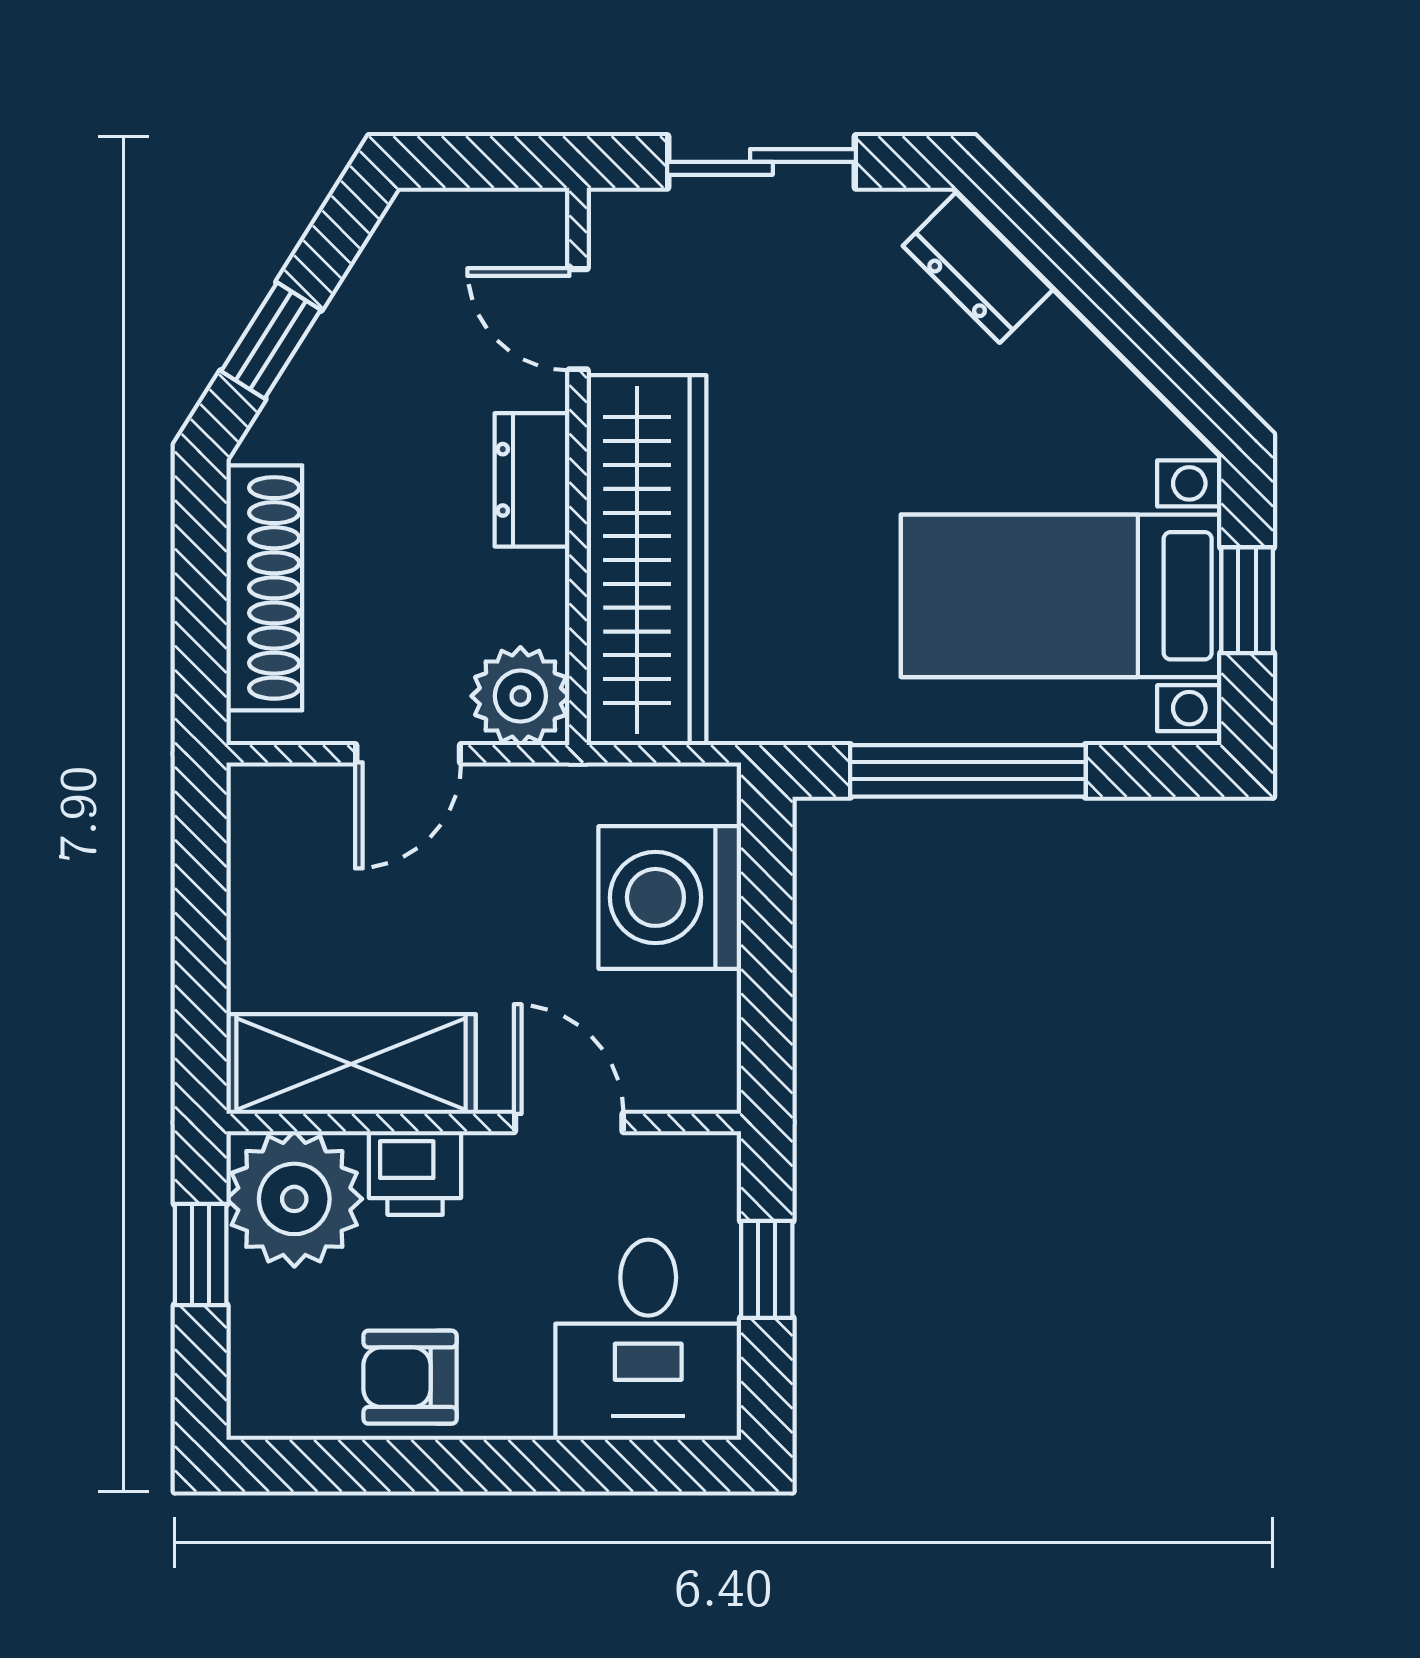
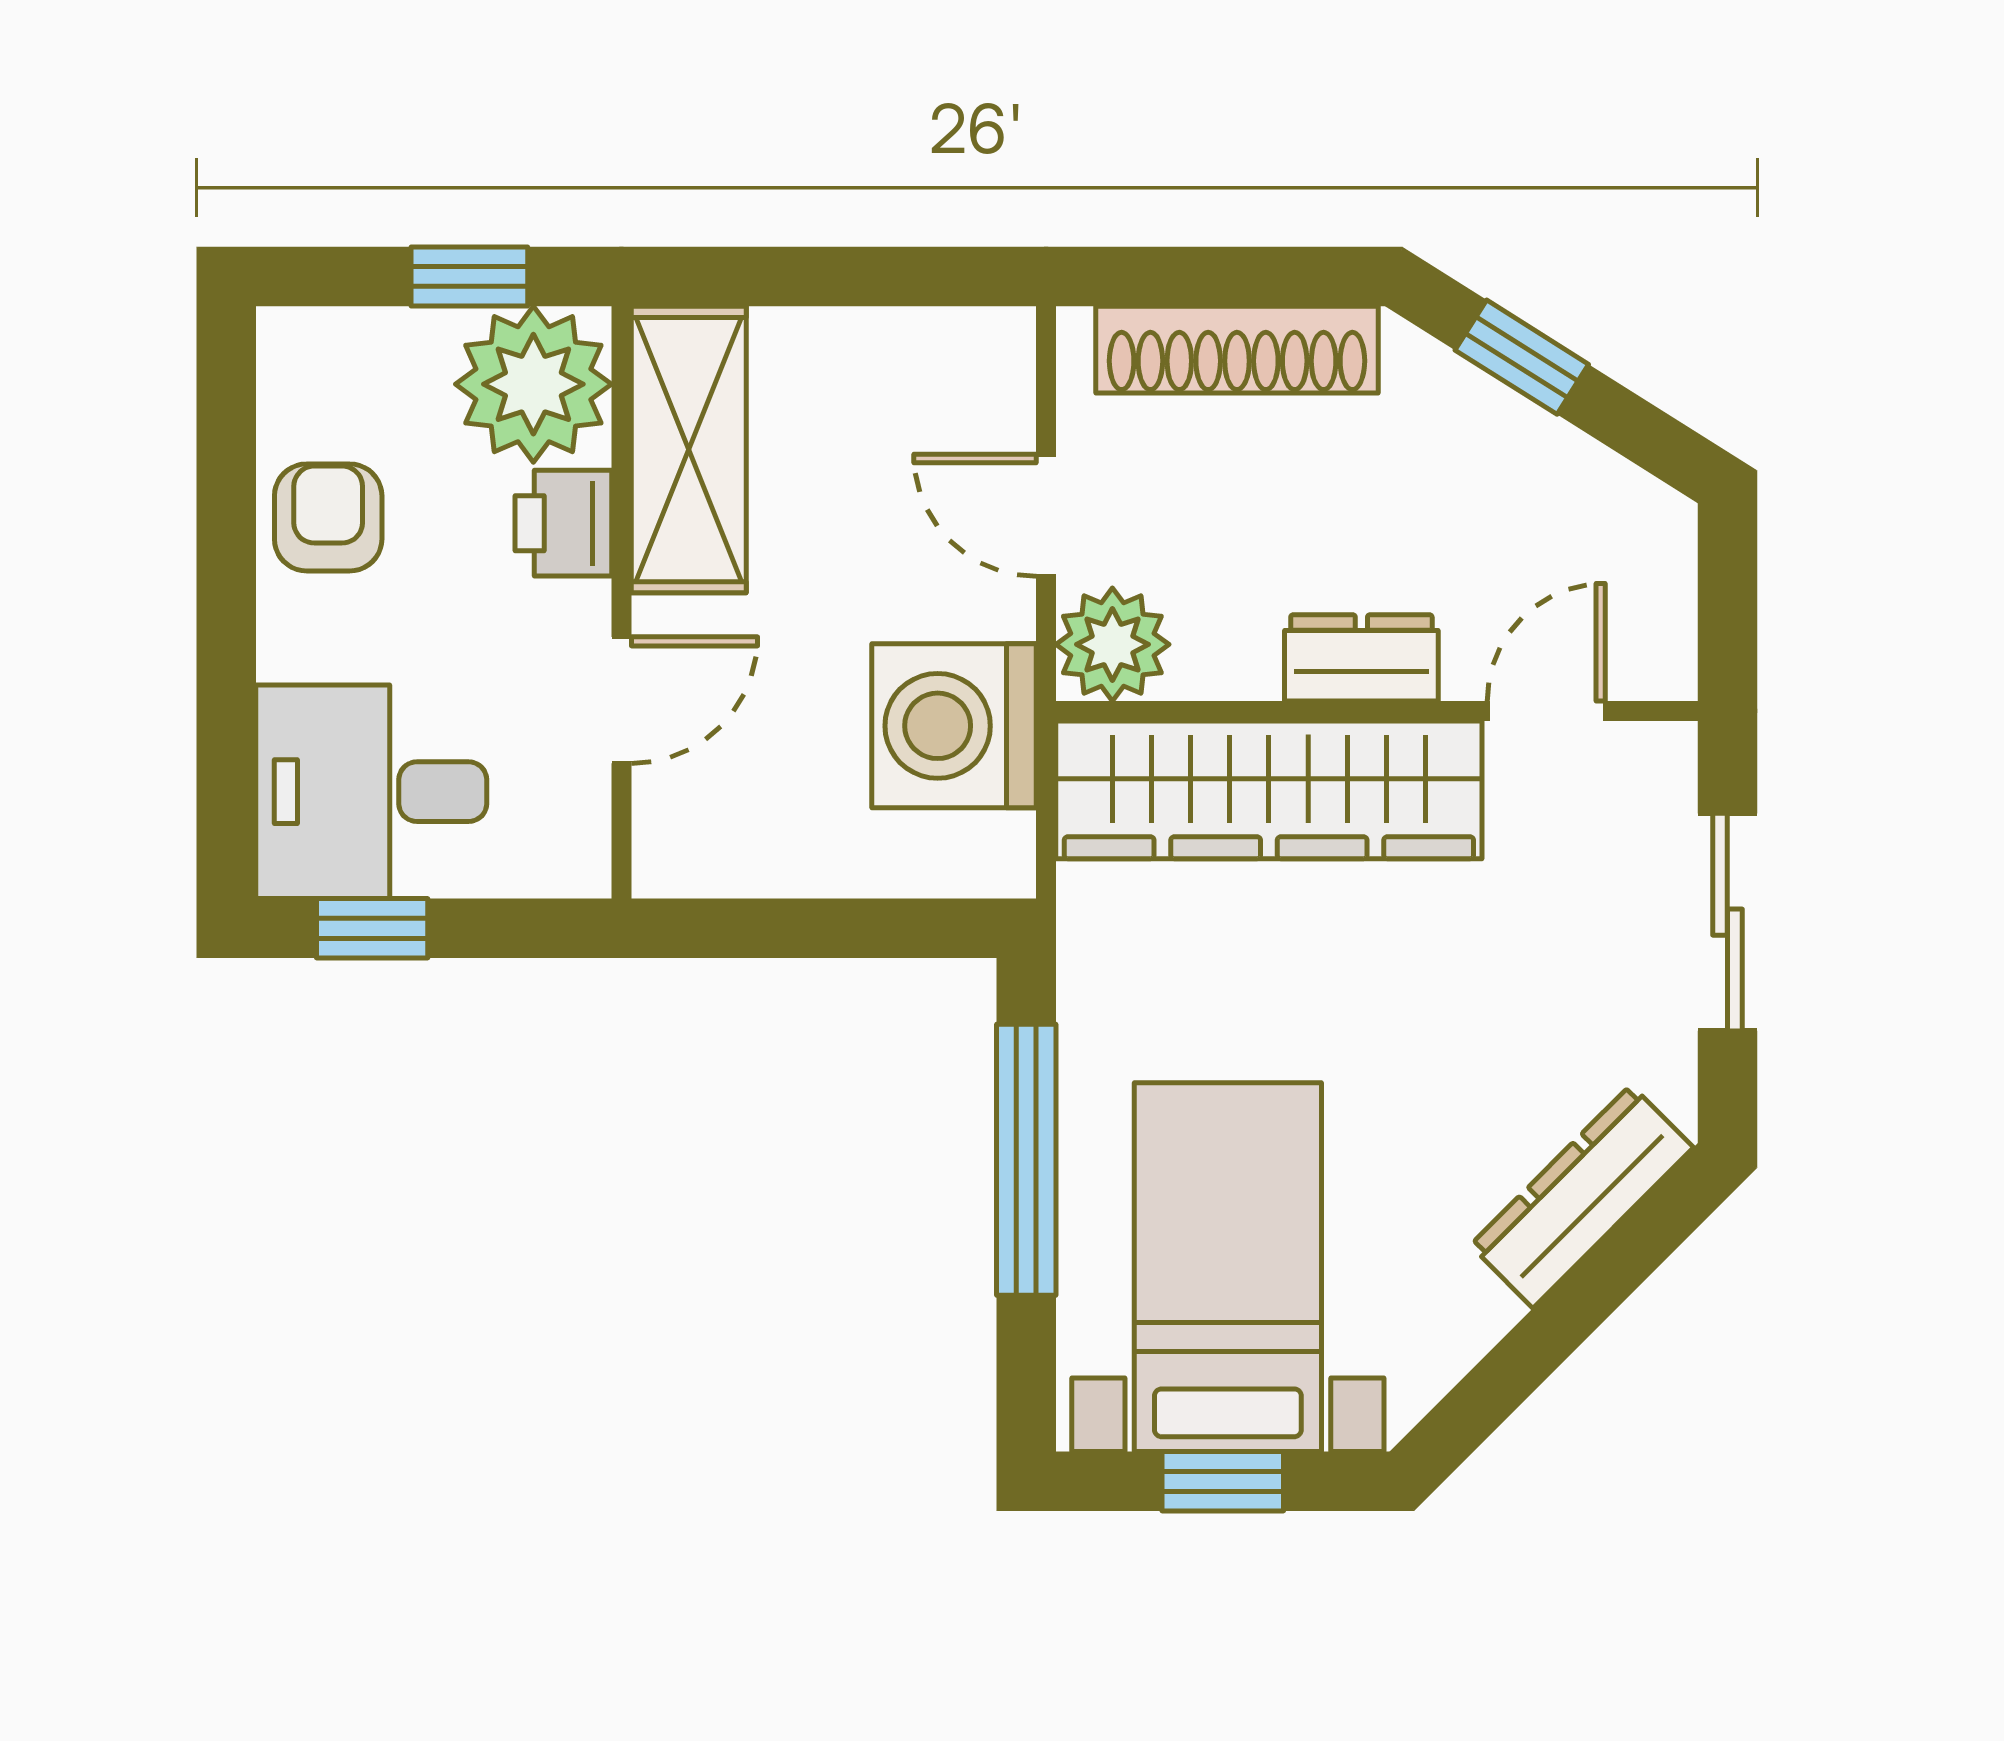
dresser: (978, 267) -> (1582, 1196), width x1.44
washing machine: (670, 897) -> (954, 726), moved, turned -90
window: (767, 1269) -> (372, 928), moved

